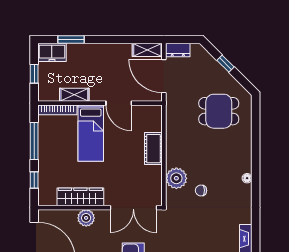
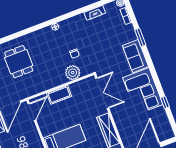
door: (119, 103) -> (32, 112), moved
plant: (86, 218) -> (121, 121), removed

